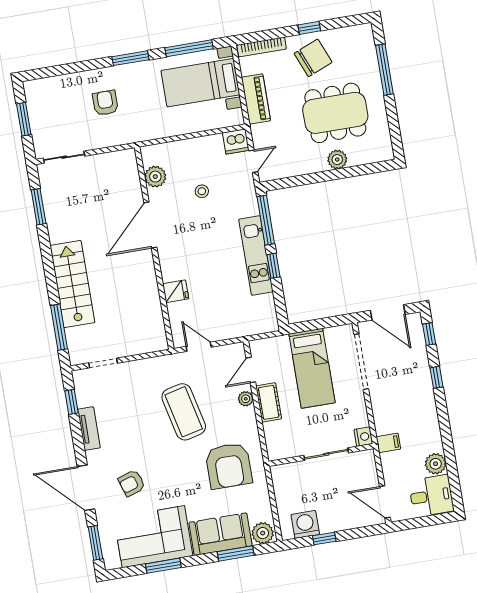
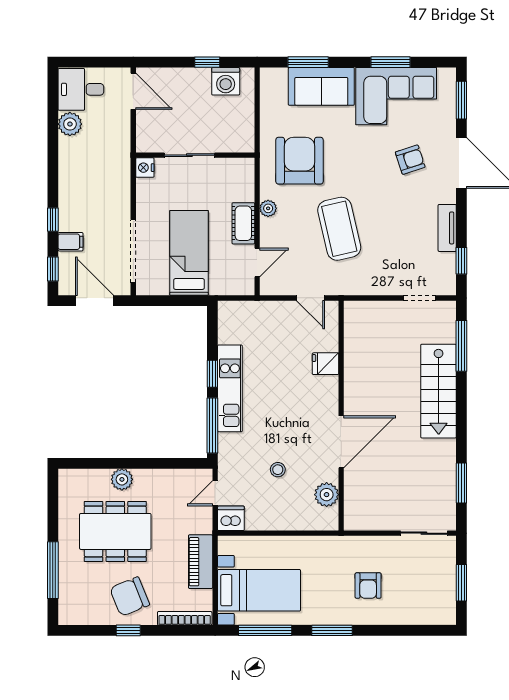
plant: (246, 399) -> (268, 208), moved
filing cabinet: (388, 443) -> (70, 242), moved, turned 180
plant: (263, 533) -> (274, 80), removed

